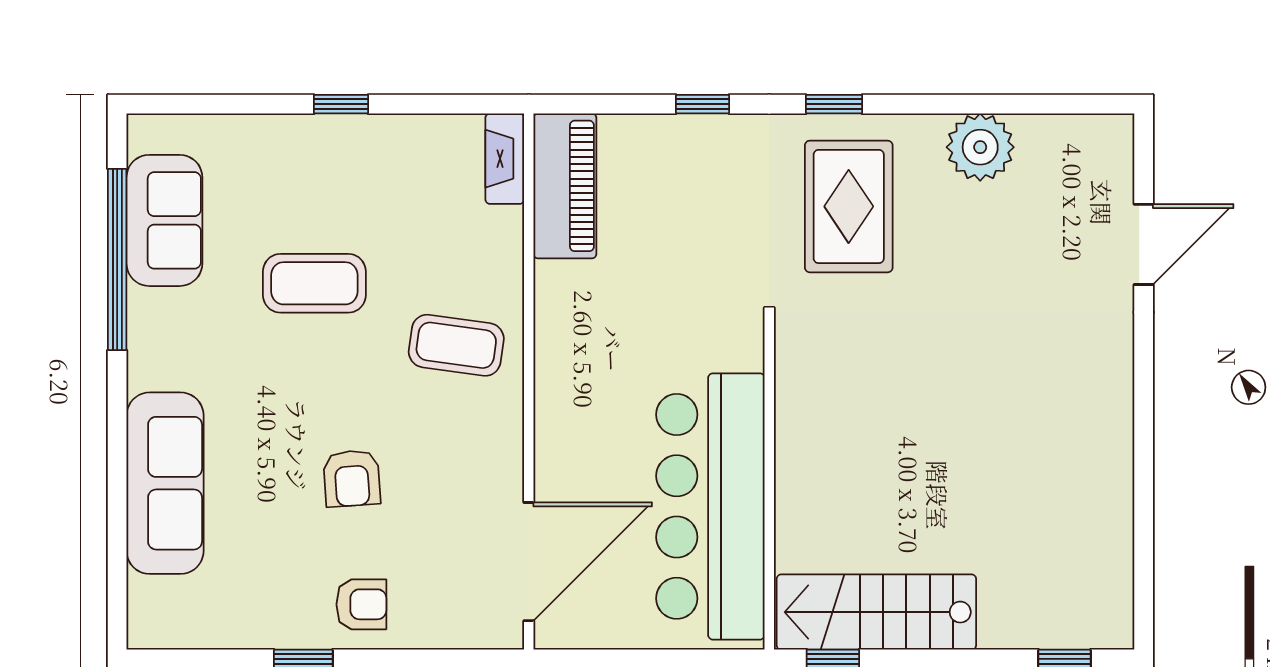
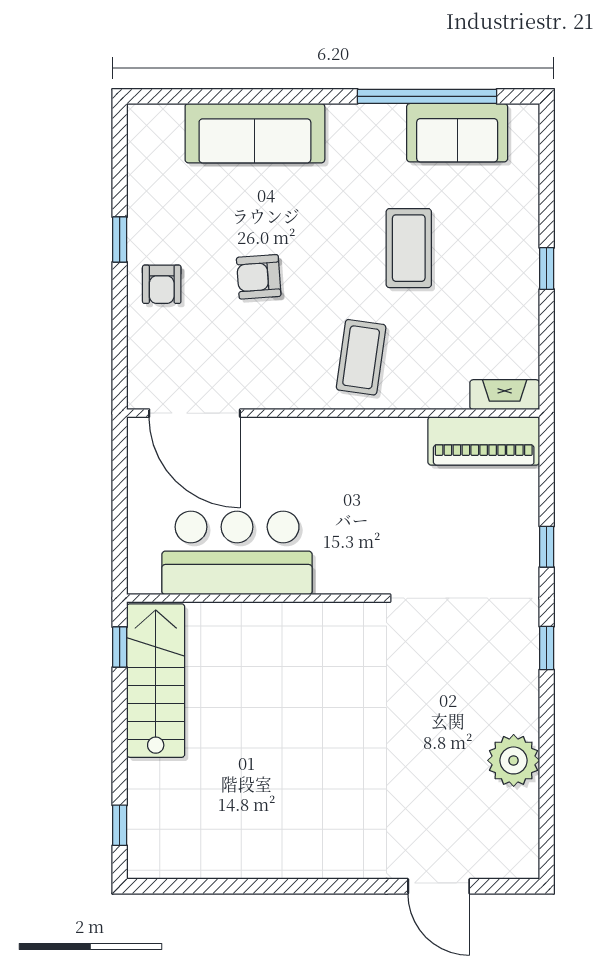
rug: (849, 206) -> (468, 659), removed
bar counter: (710, 506) -> (237, 553), width x0.73

